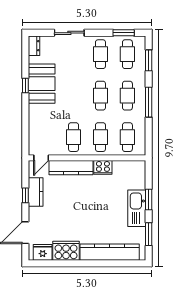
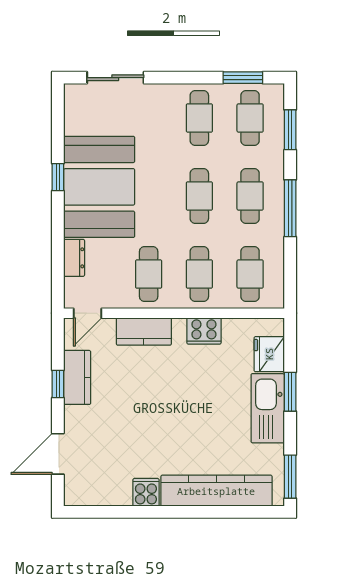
sliding door: (69, 33) -> (115, 78), moved
dresser: (34, 46) -> (74, 258), moved
booth: (42, 84) -> (99, 187), width x1.36, depth x1.42
kitchen counter: (71, 168) -> (144, 331), width x0.67
window: (149, 234) -> (290, 477), moved
cooker: (66, 251) -> (146, 492), width x0.53, depth x0.76
fridge: (43, 252) -> (269, 354), moved, turned -90

